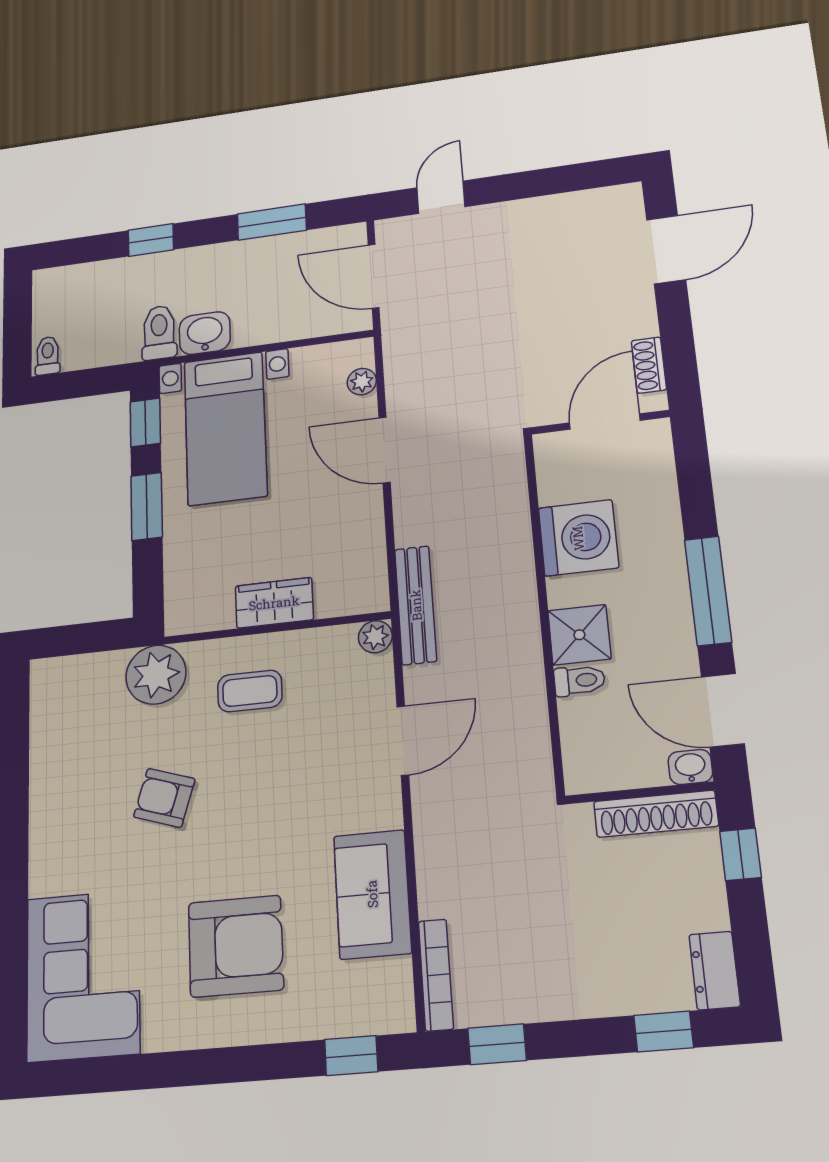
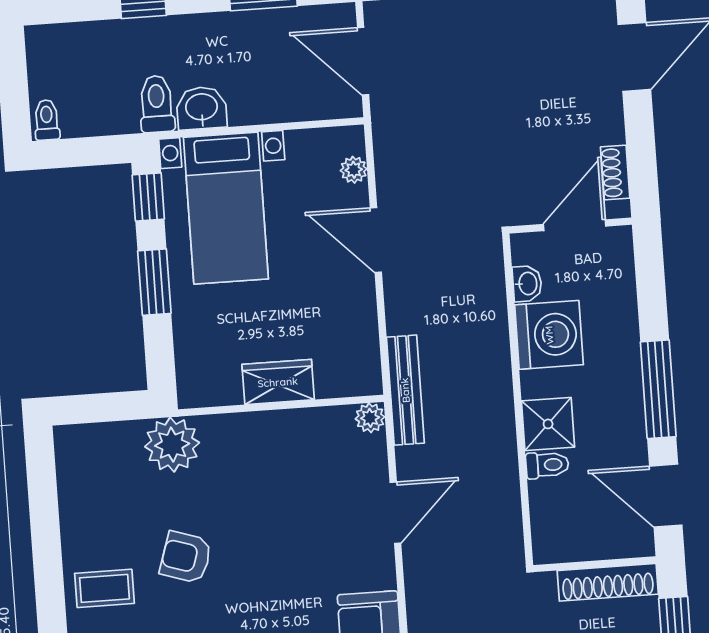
coffee table: (250, 691) -> (104, 588), moved
washbasin: (690, 767) -> (527, 284), moved, turned 90

